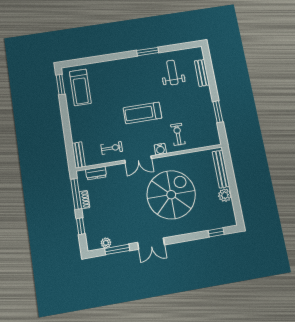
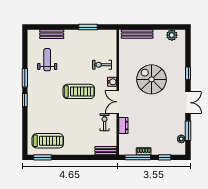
window: (123, 55) -> (25, 100), added
weight bench: (172, 72) -> (47, 60), turned 90
treadmill: (142, 113) -> (79, 91), turned -90
double door: (138, 159) -> (118, 102), swing flipped
dresser: (96, 173) -> (123, 126), moved
spiral stairs: (171, 195) -> (152, 79), width x0.73, depth x0.73
plant: (225, 195) -> (172, 35), moved
window: (216, 232) -> (188, 73), moved

